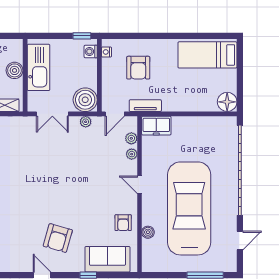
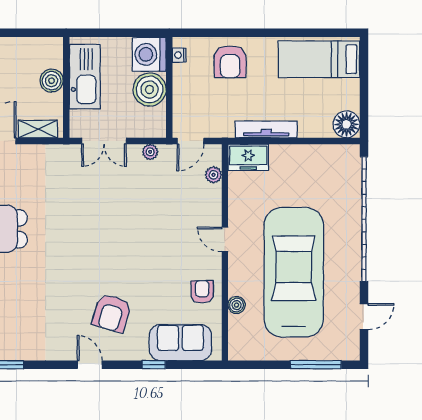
window: (82, 36) -> (145, 33), removed
washing machine: (91, 51) -> (149, 54), width x1.89, depth x1.89
armchair: (138, 68) -> (230, 62), moved
boiler: (85, 100) -> (150, 90), moved
tv unit: (145, 106) -> (266, 129), moved, width x1.41
plant: (132, 154) -> (214, 197), removed
armchair: (123, 223) -> (202, 292), turned 180

